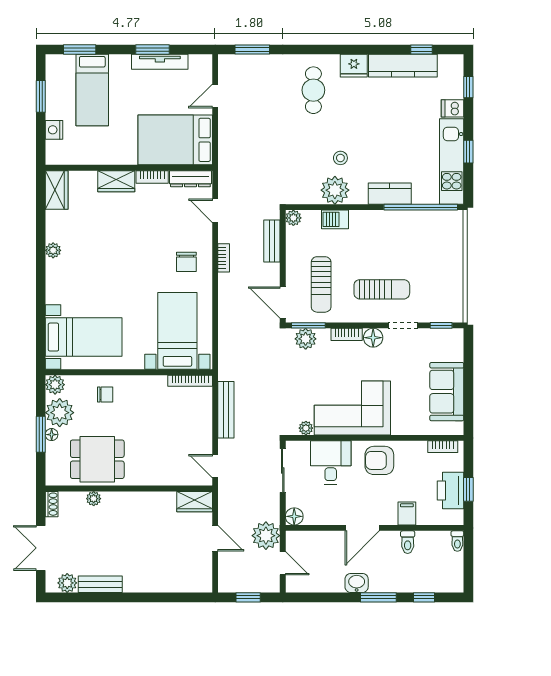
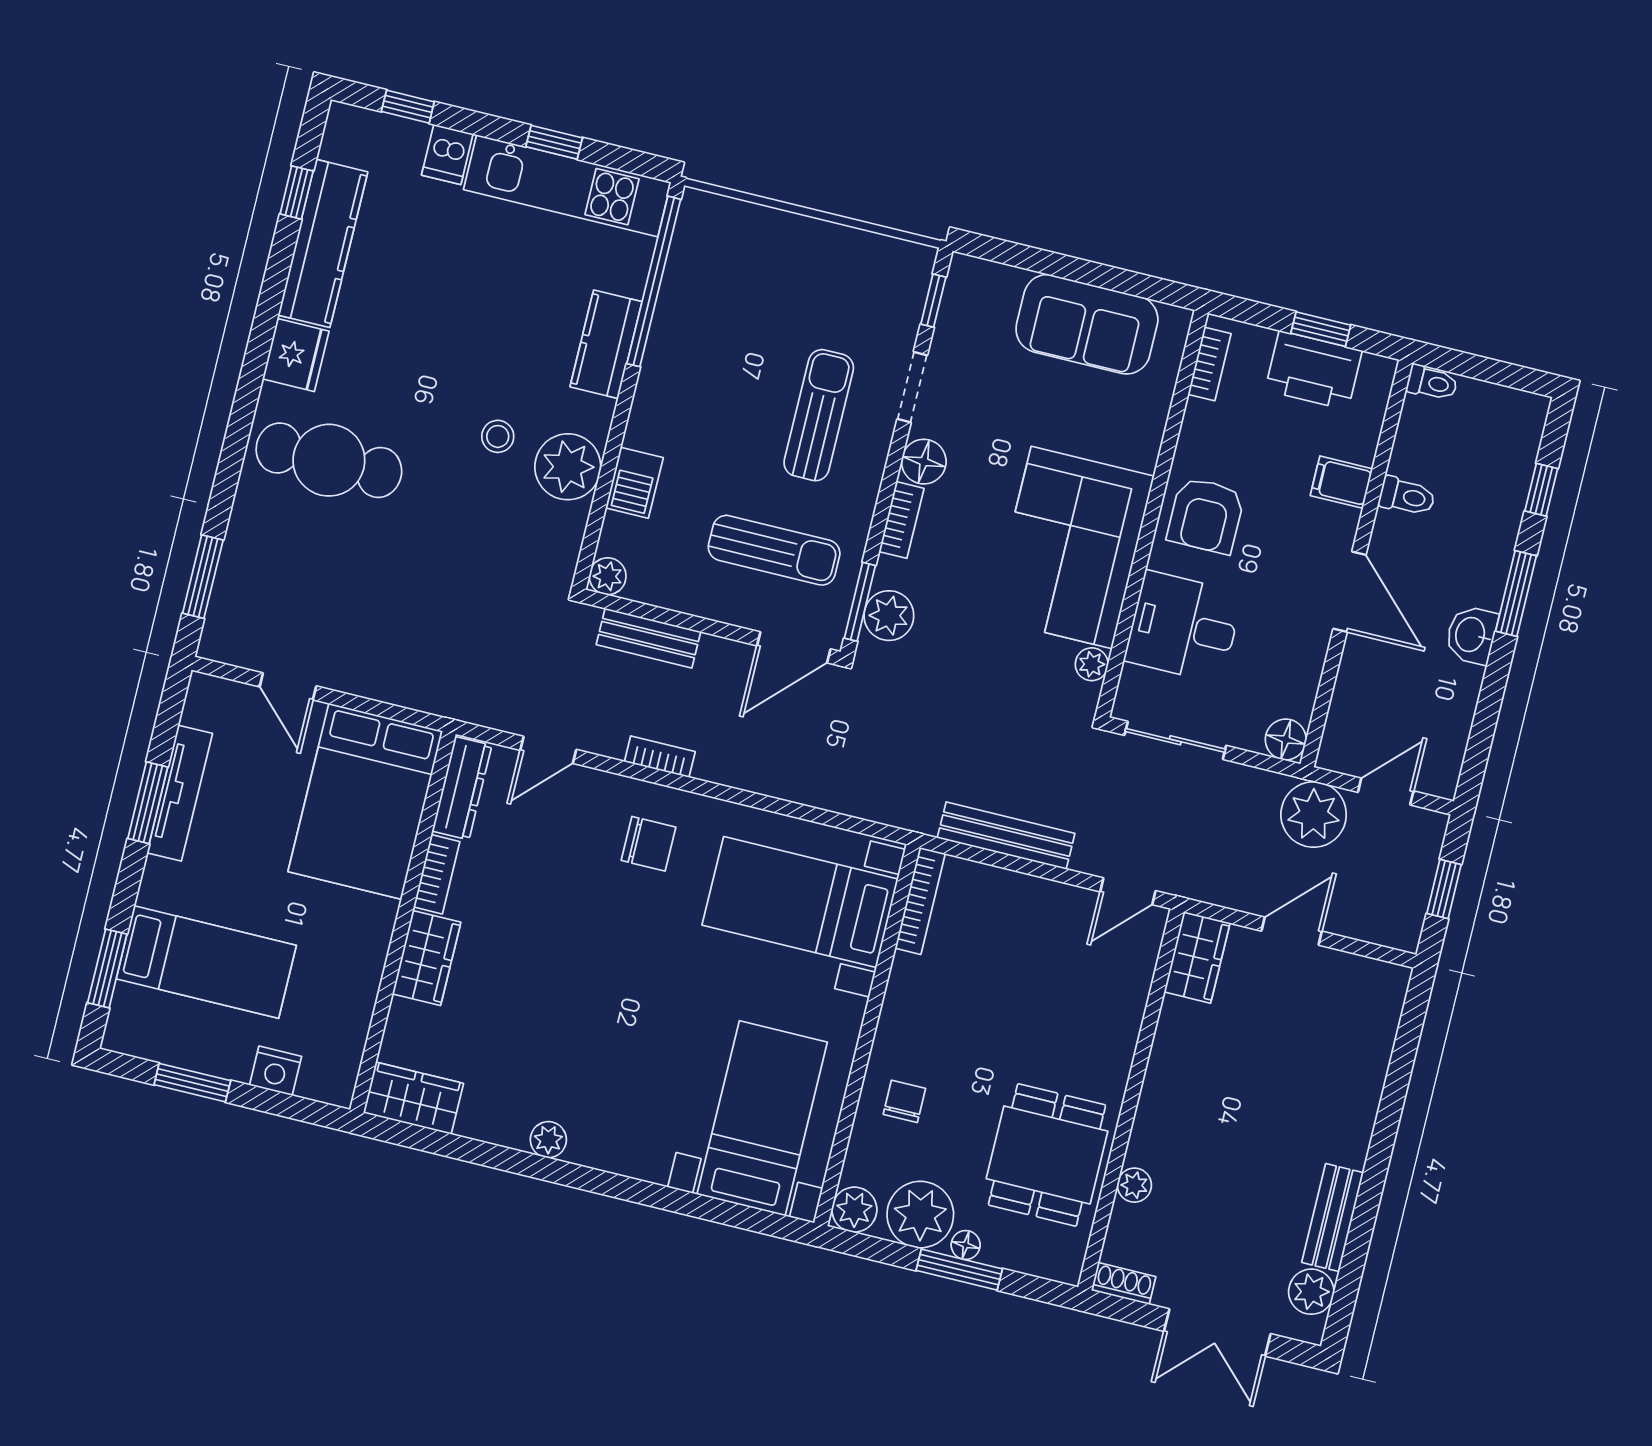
cafe table: (313, 90) -> (329, 460), width x1.37, depth x1.35

